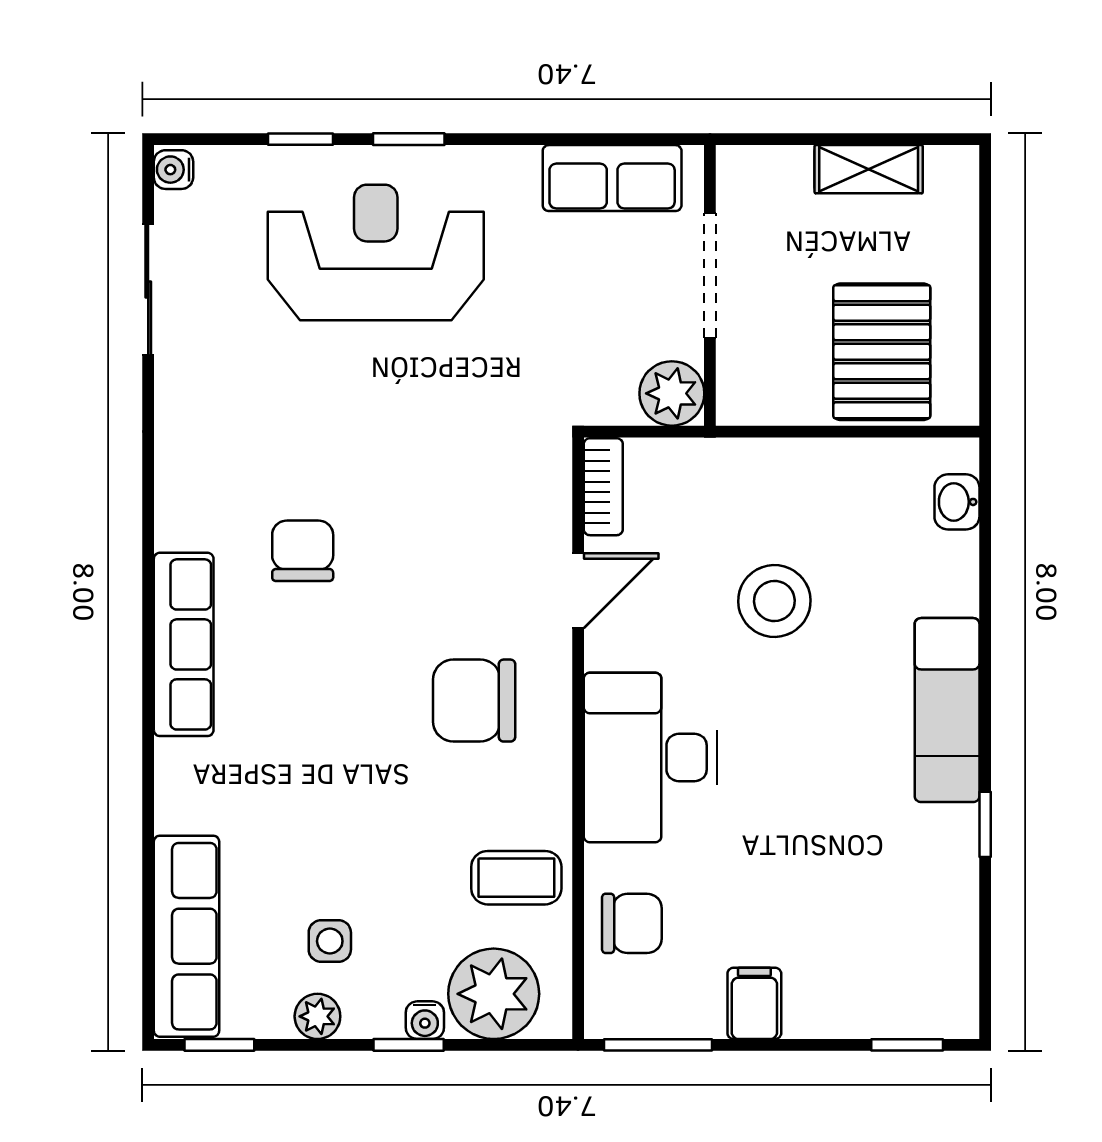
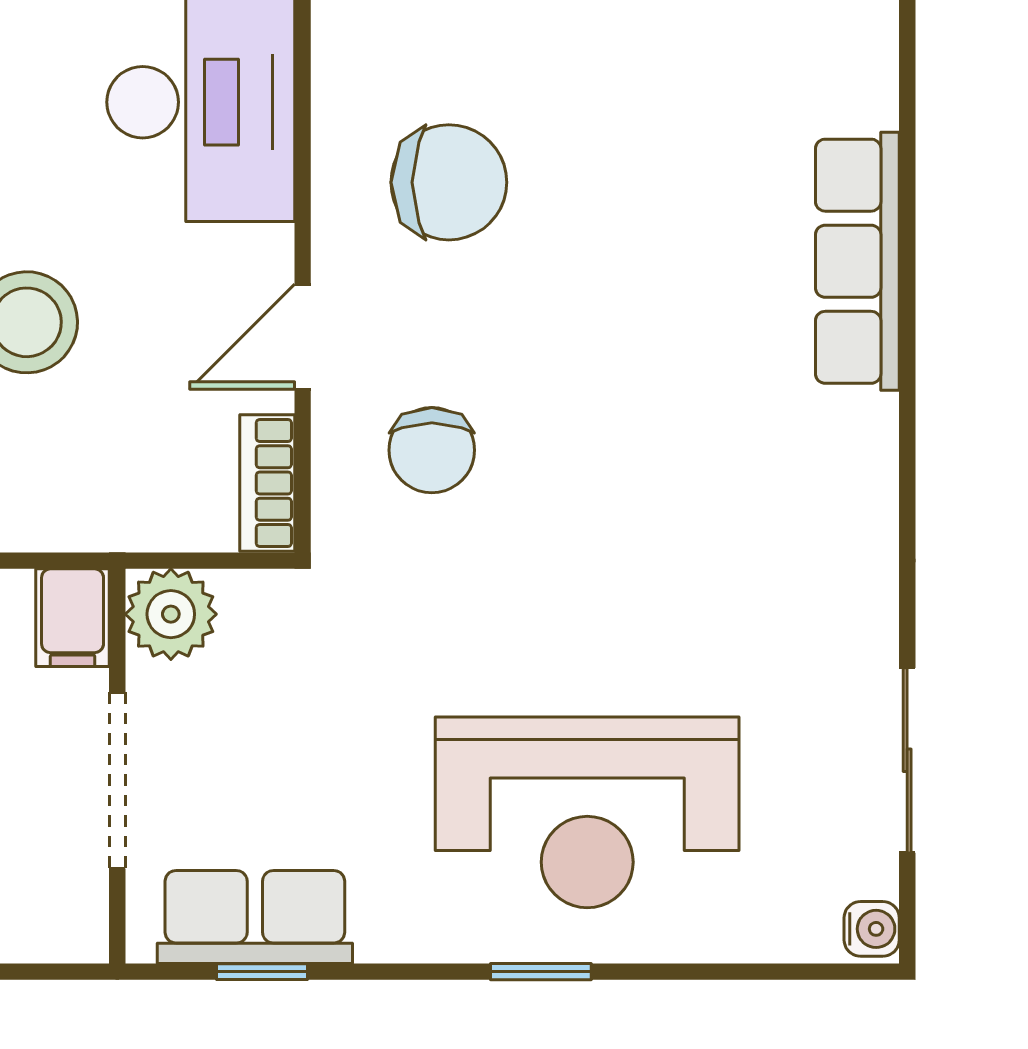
window: (301, 139) -> (262, 972), moved
filing cabinet: (742, 391) -> (73, 618), added
chair: (303, 551) -> (432, 450), moved

